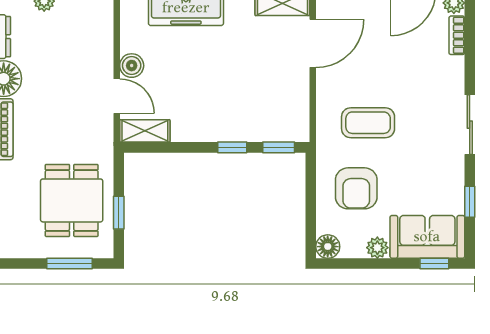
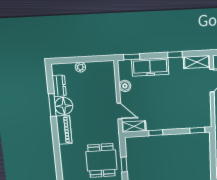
boiler: (132, 66) -> (125, 86), moved
window: (232, 147) -> (156, 133), moved

